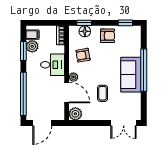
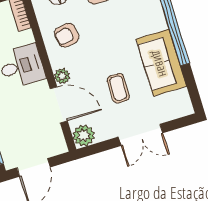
sofa: (131, 75) -> (161, 63), moved
double door: (124, 123) -> (141, 135), moved

